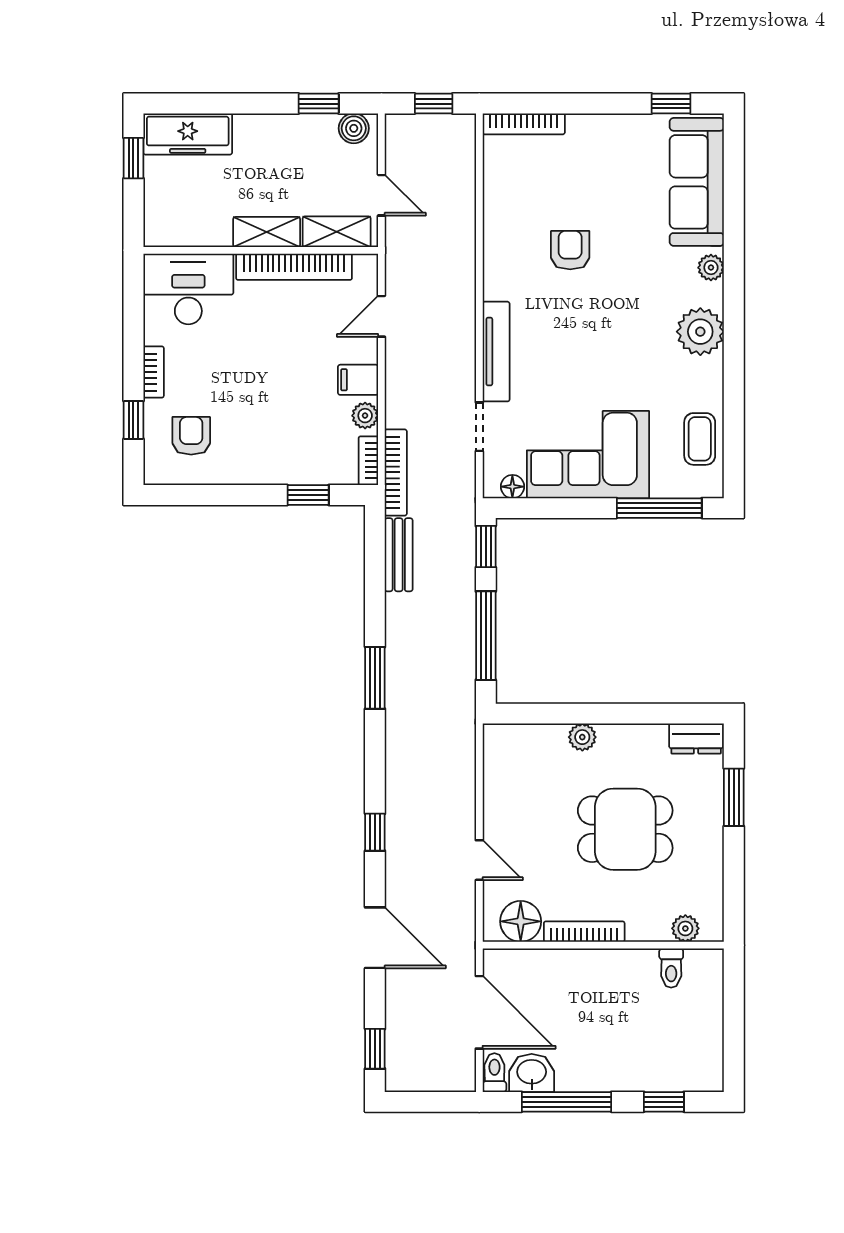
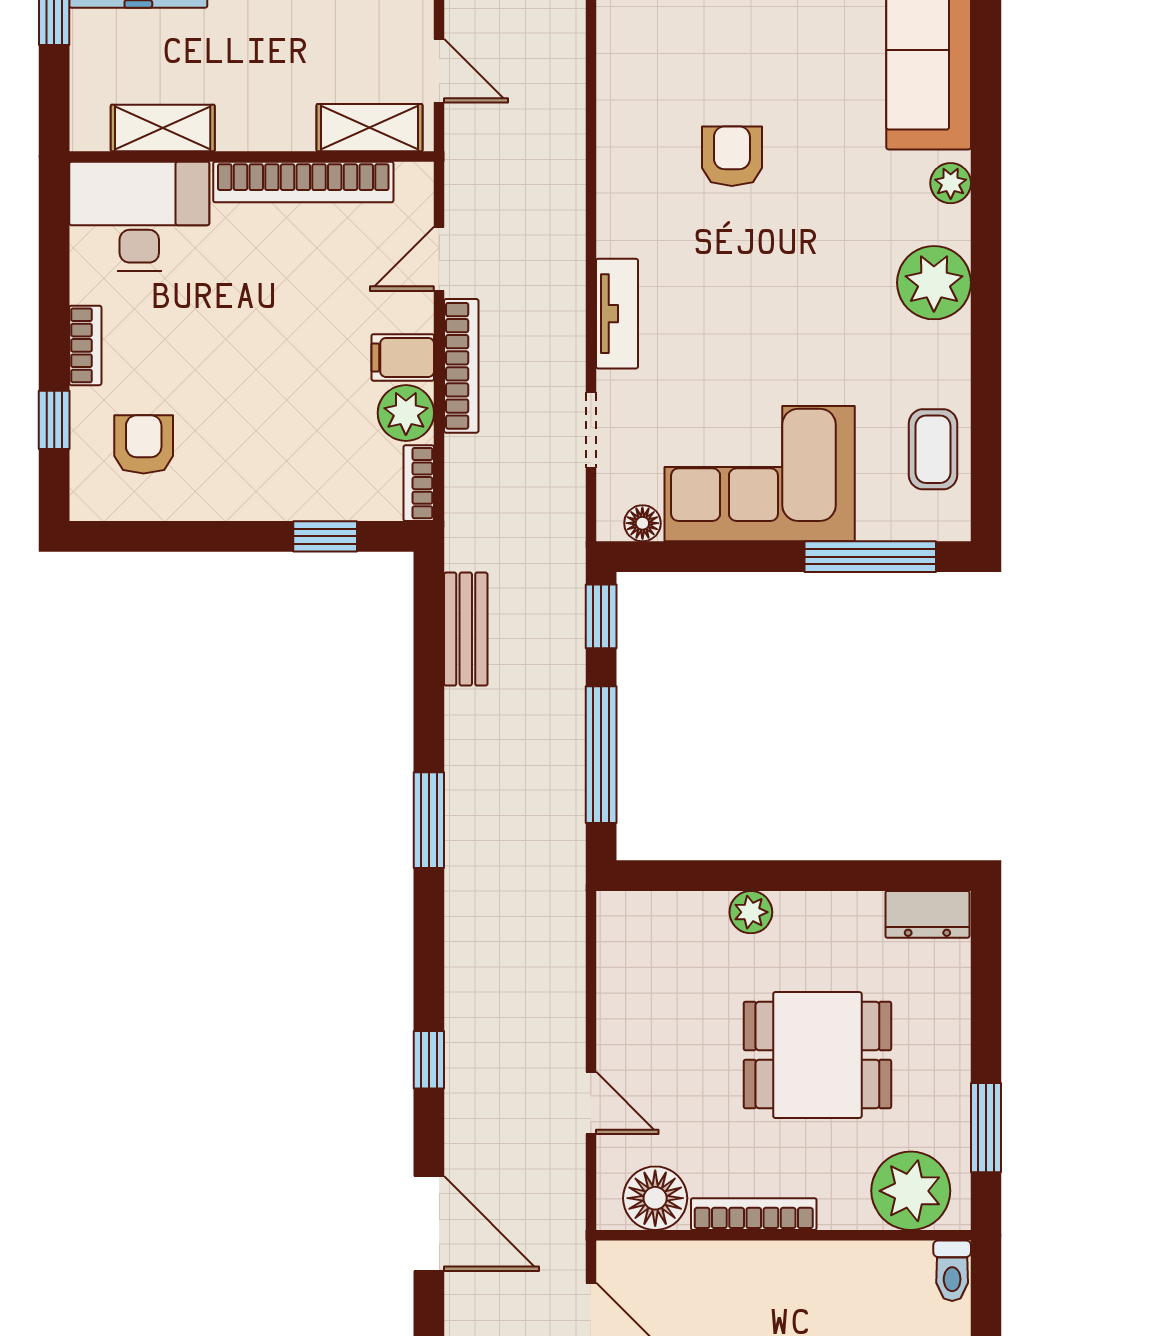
shelving: (267, 232) -> (163, 128), moved
tv unit: (496, 352) -> (617, 314), width x0.71
plant: (365, 416) -> (406, 413), width x1.38, depth x1.38
bookcase: (396, 472) -> (461, 366), moved
window: (734, 797) -> (986, 1128), moved
plant: (685, 928) -> (911, 1191), width x1.88, depth x1.88
toilet: (671, 968) -> (952, 1271), moved

